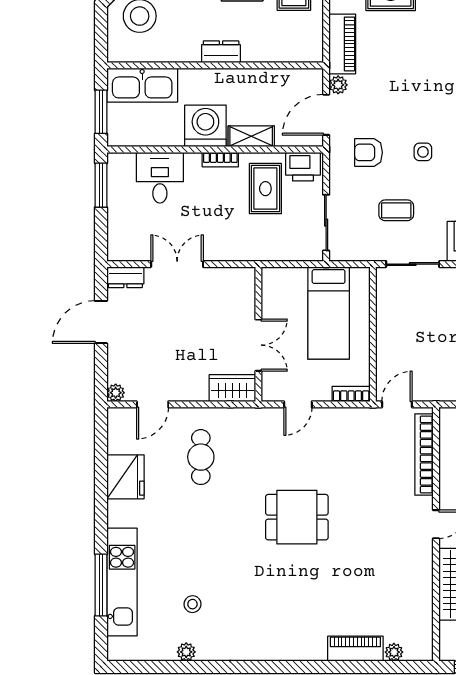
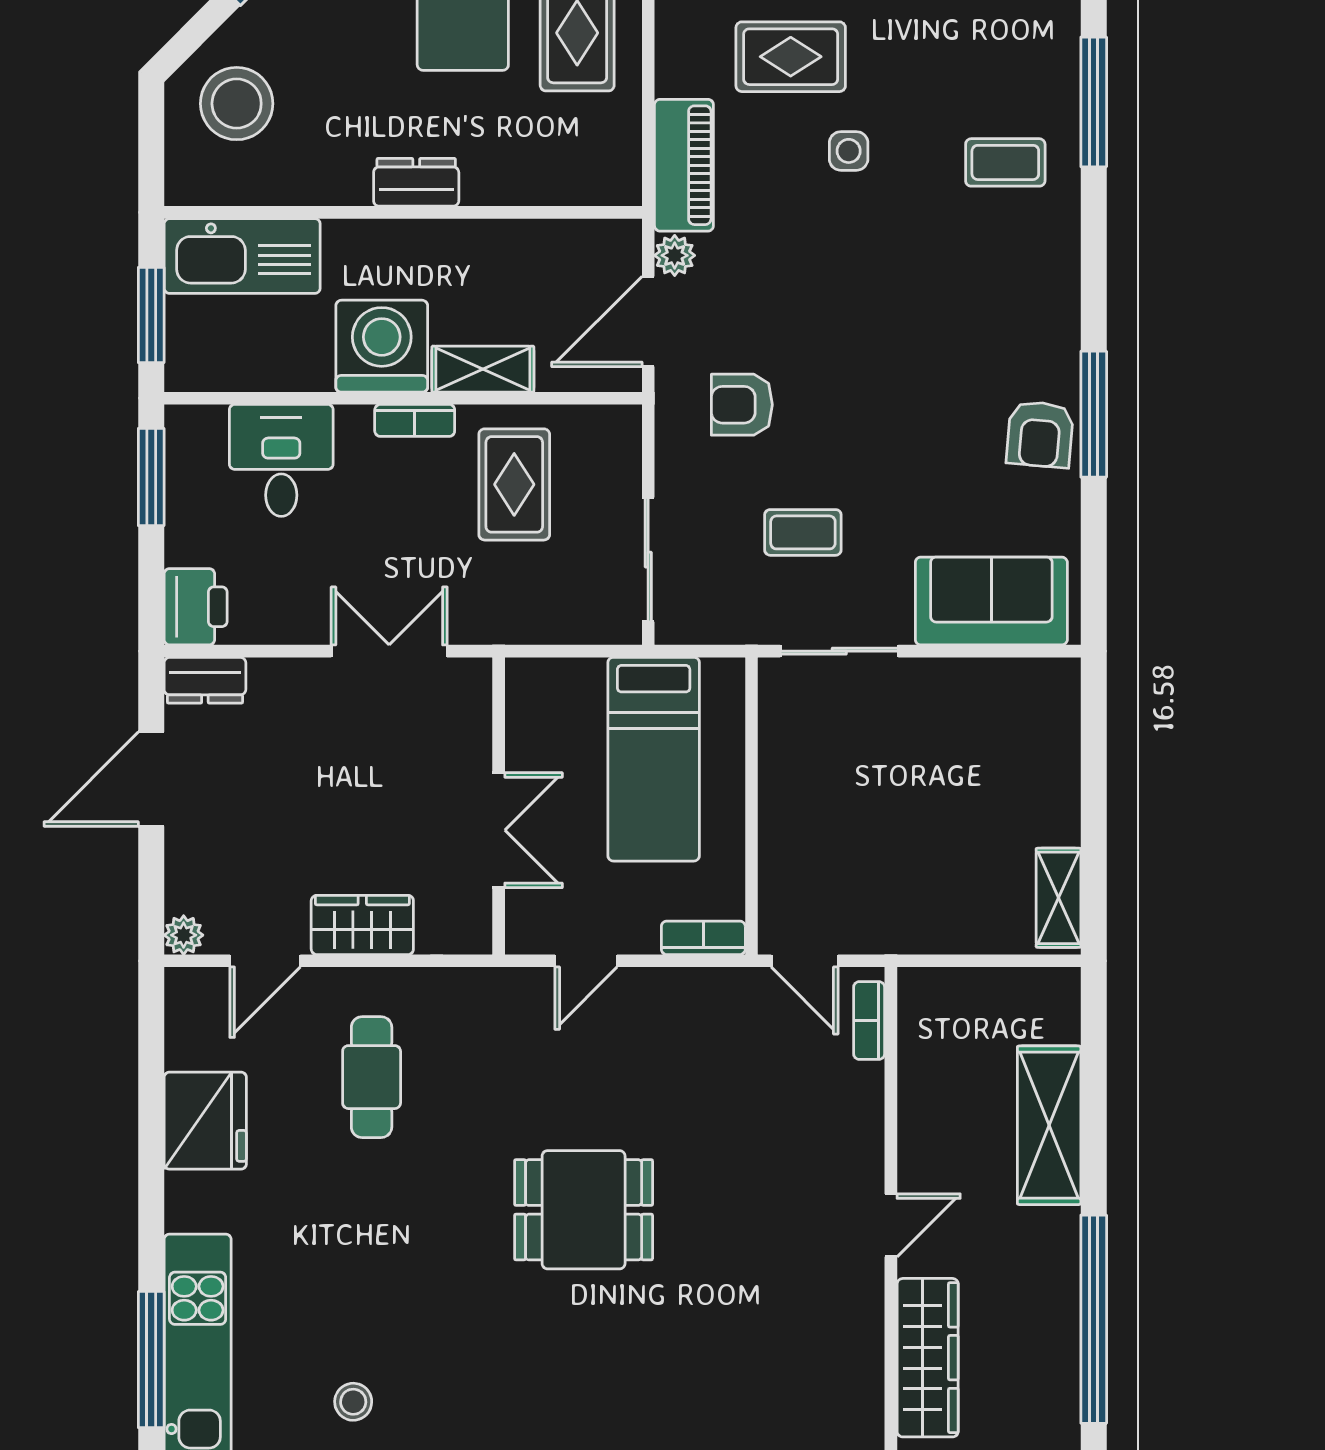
side table: (423, 152) -> (849, 151), moved
printer: (303, 167) -> (196, 607), moved, turned -90
double door: (177, 264) -> (389, 651), moved
wardrobe: (232, 388) -> (362, 925), moved
door: (397, 404) -> (805, 961), swing flipped
bookcase: (424, 454) -> (869, 1020), width x0.43, depth x0.76

